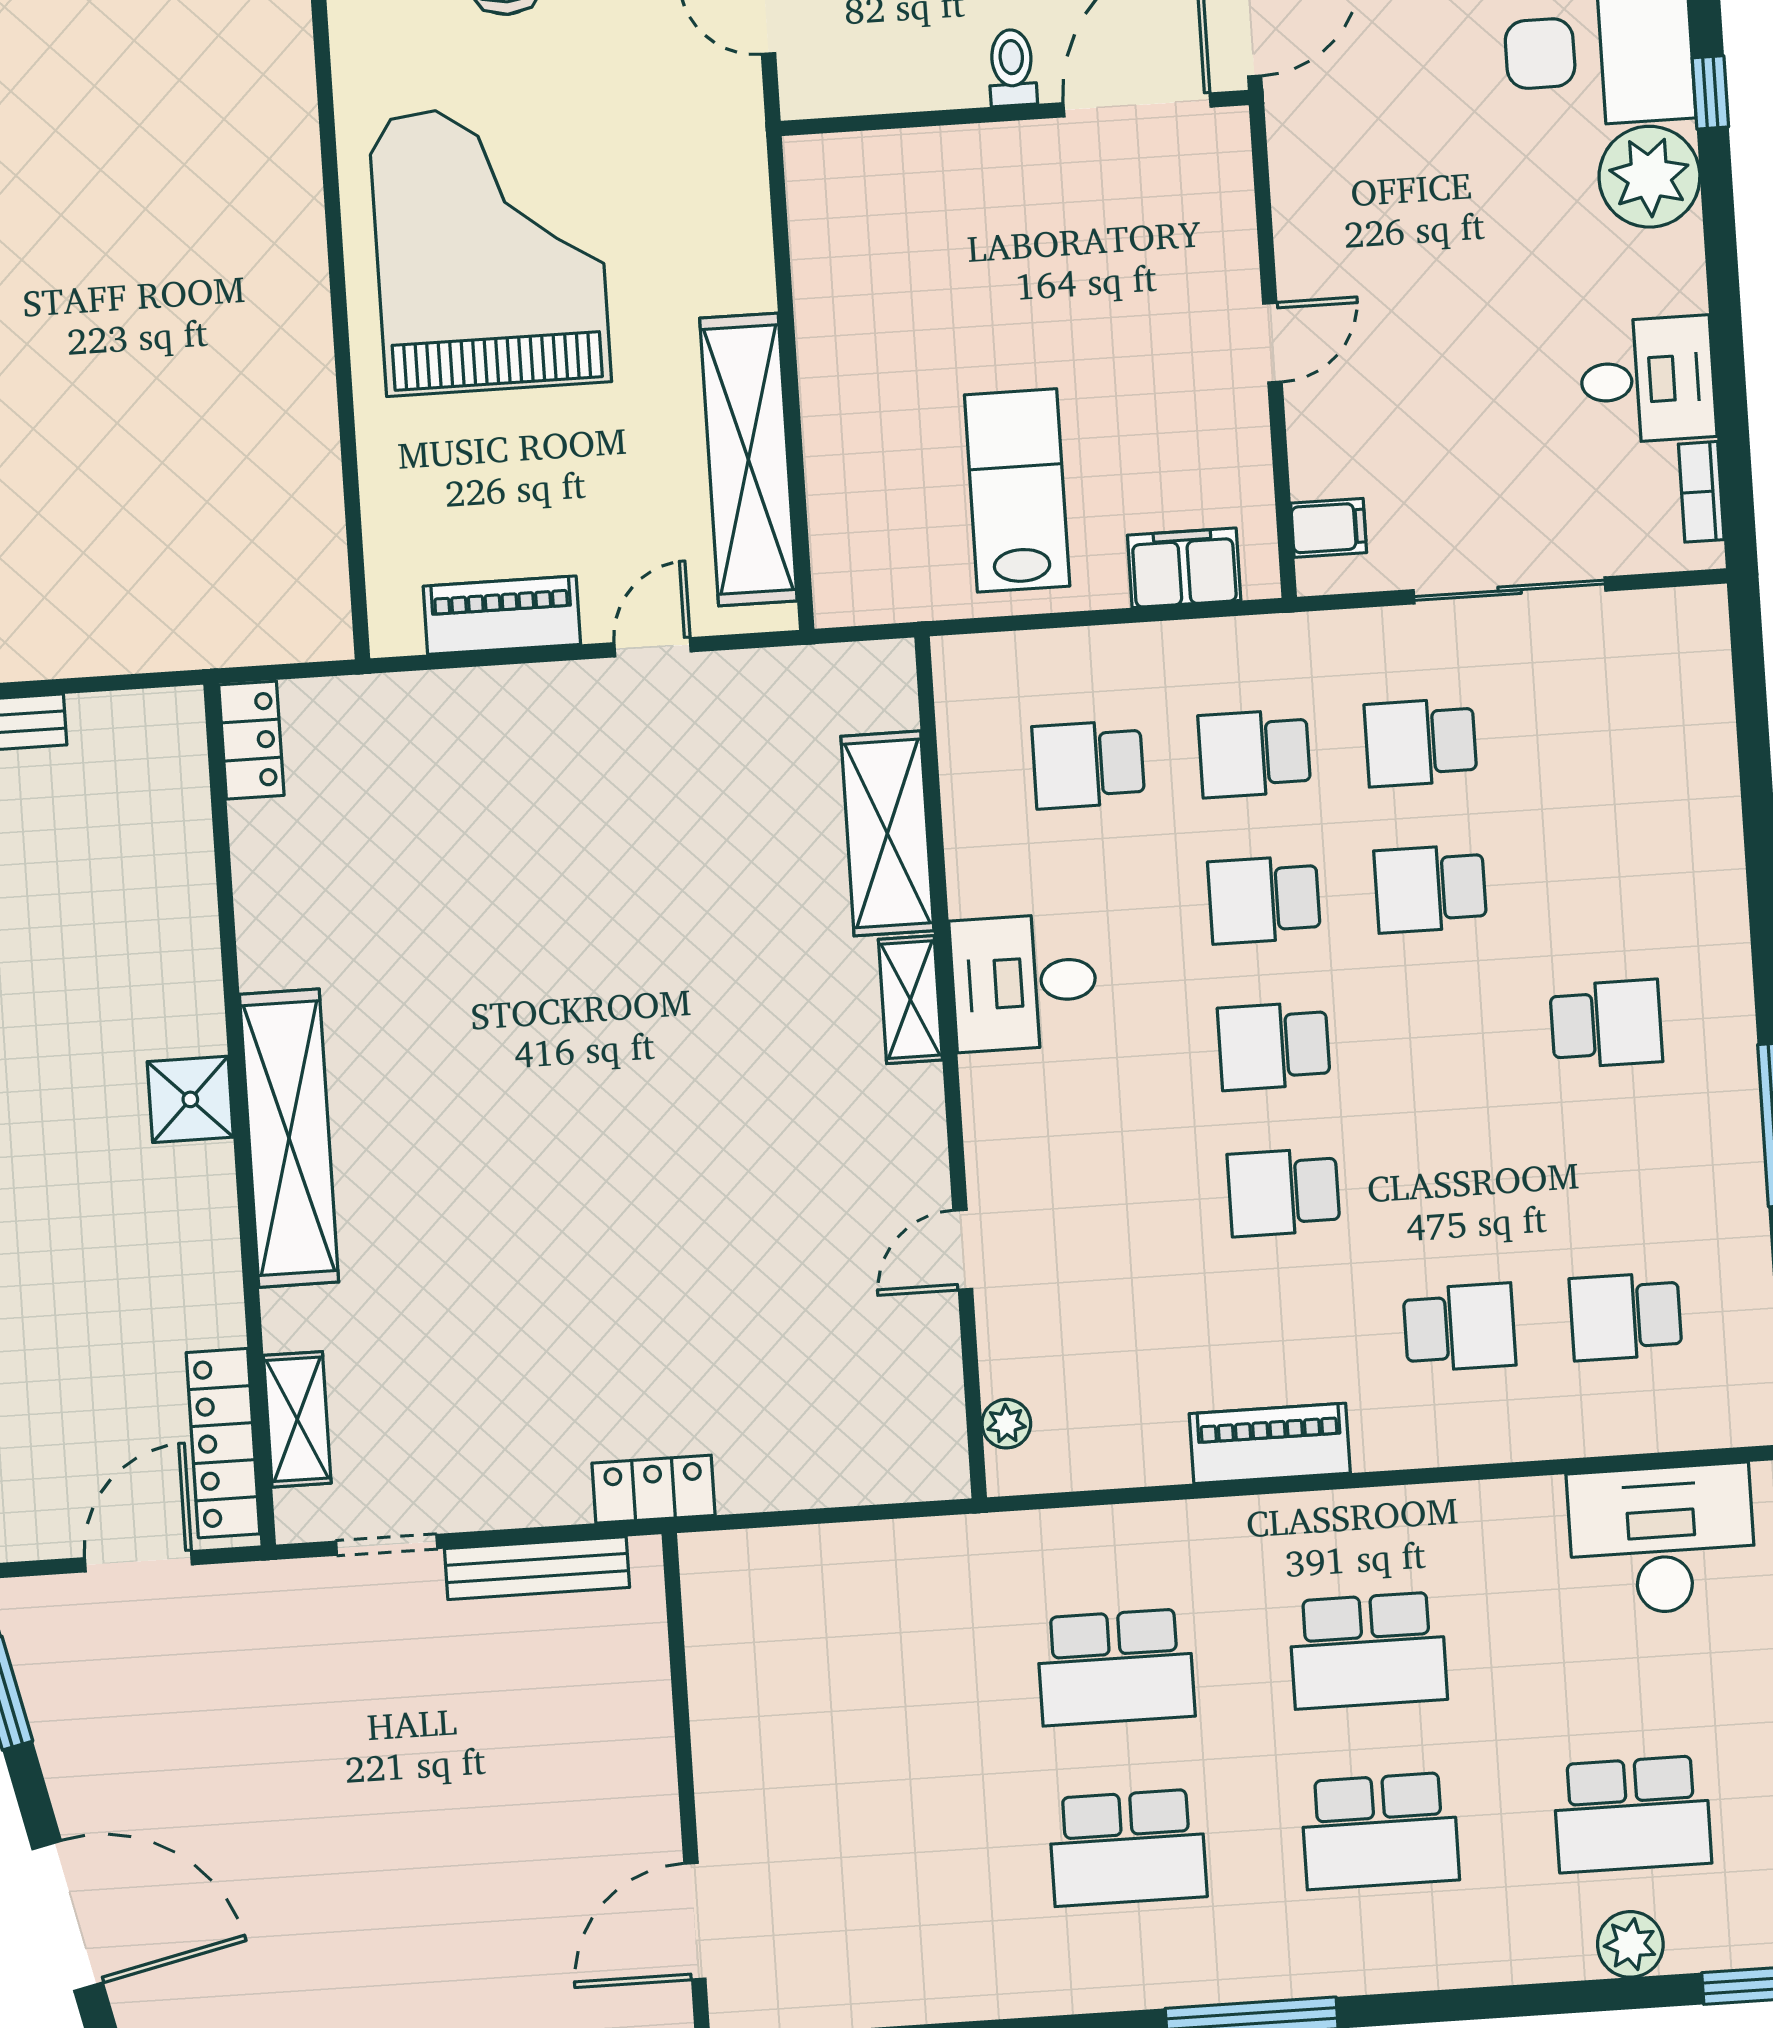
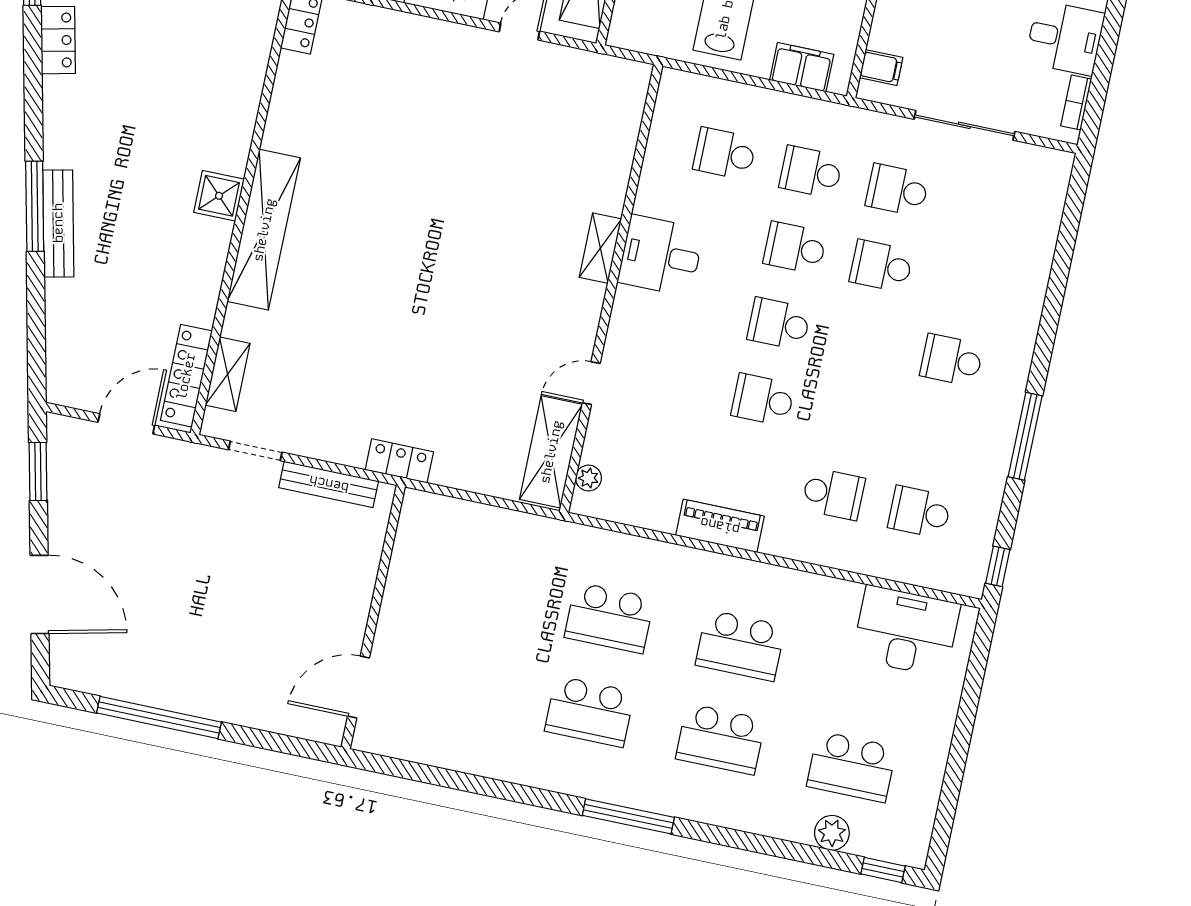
shelving: (887, 833) -> (551, 452), moved
school desk: (1606, 1024) -> (952, 360), turned 180

